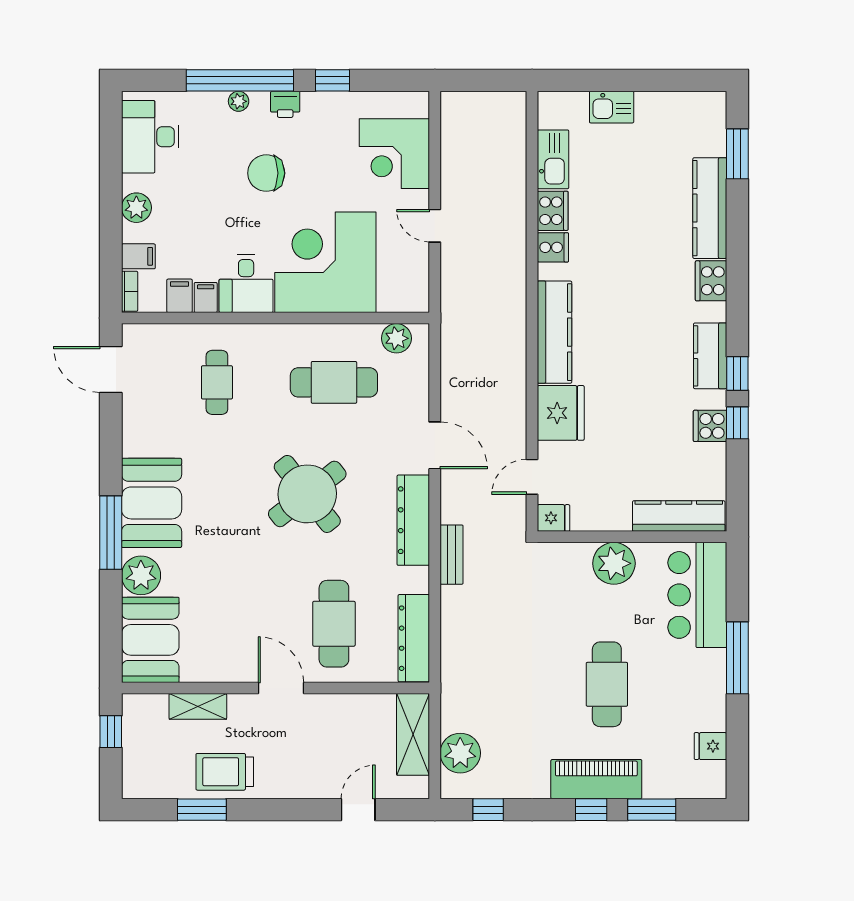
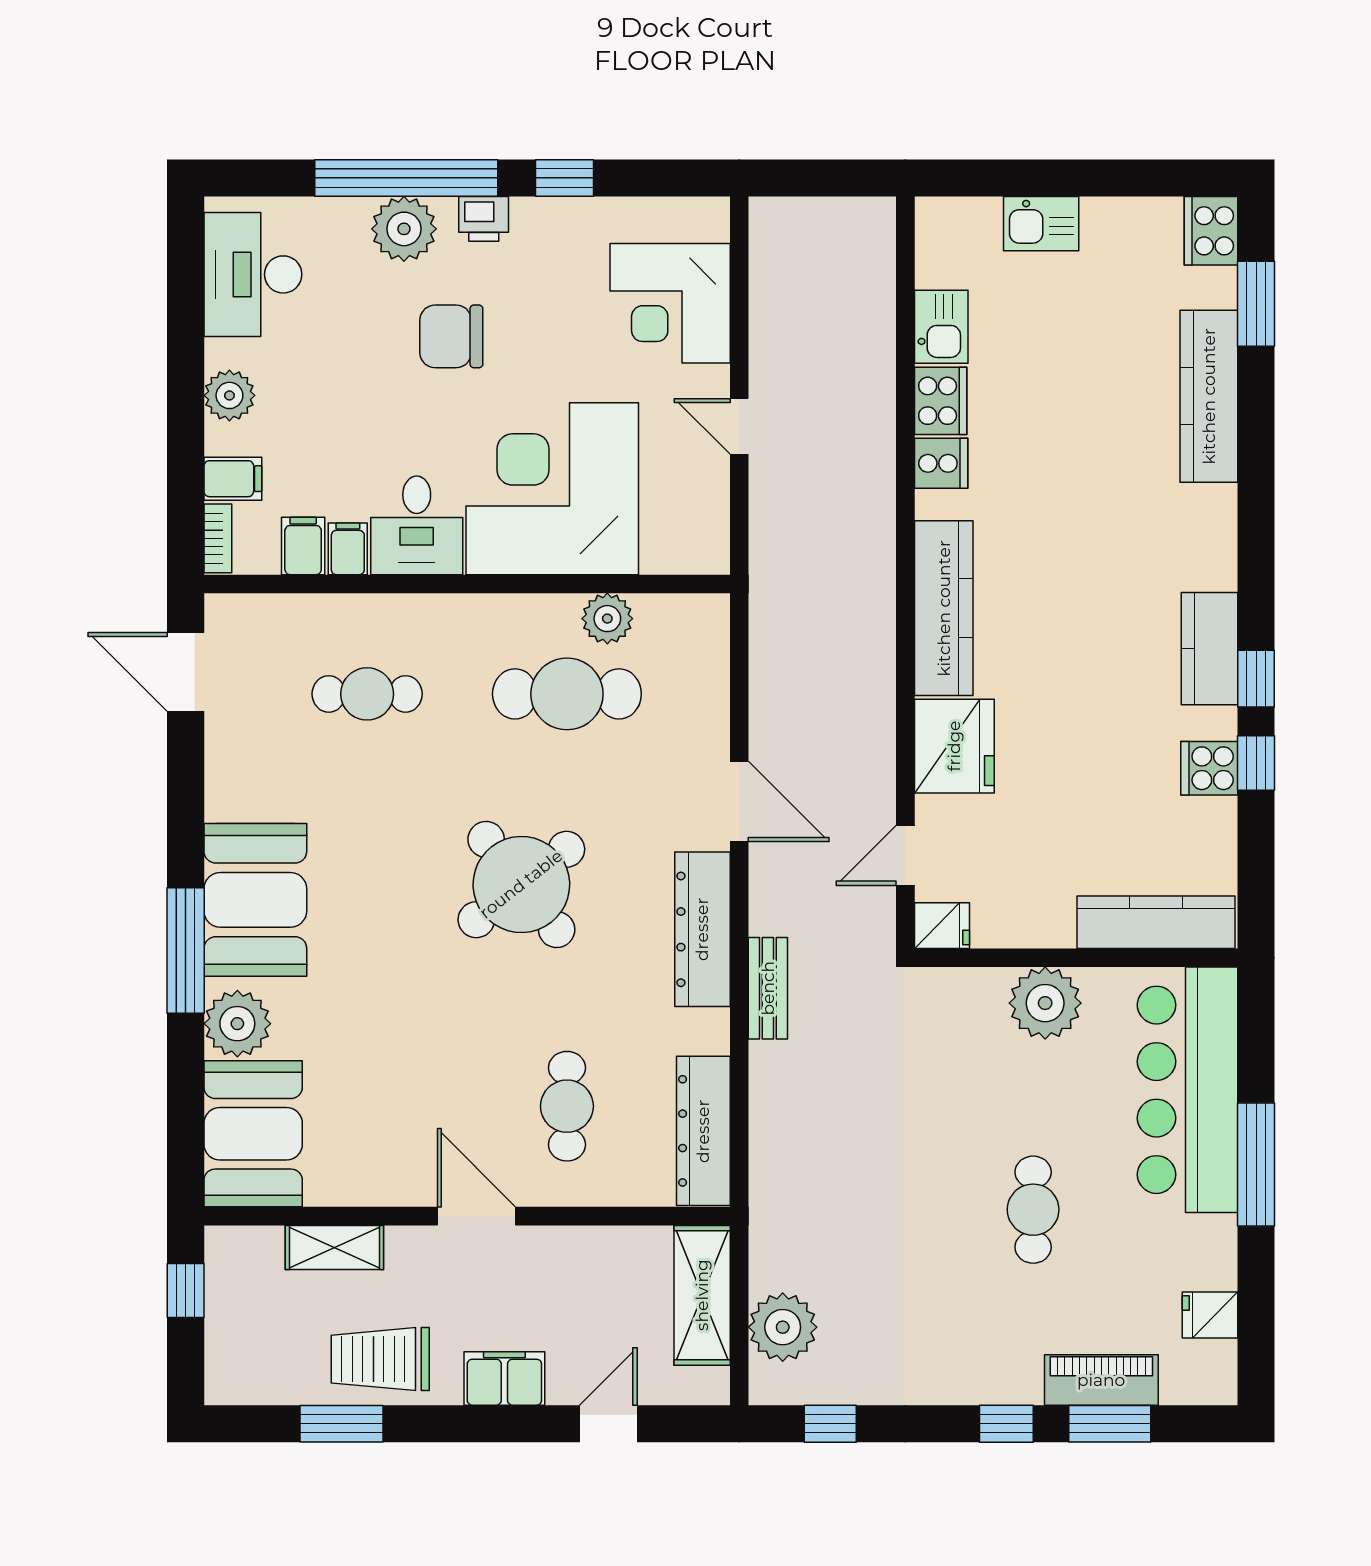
plant: (239, 101) -> (404, 229), width x1.88, depth x1.88
kitchen sink: (553, 159) -> (941, 327), width x0.73
cooker: (711, 281) -> (1211, 231), moved
plant: (396, 338) -> (607, 619), moved
cafe table: (217, 382) -> (367, 694), turned 90
bar counter: (697, 595) -> (1188, 1090), width x1.36
cafe table: (334, 624) -> (567, 1106), width x0.73, depth x0.74
cafe table: (607, 684) -> (1033, 1210), width x0.73, depth x0.74
piano: (596, 779) -> (1101, 1380), moved, width x0.73, depth x0.75
filing cabinet: (297, 783) -> (504, 1378), added

